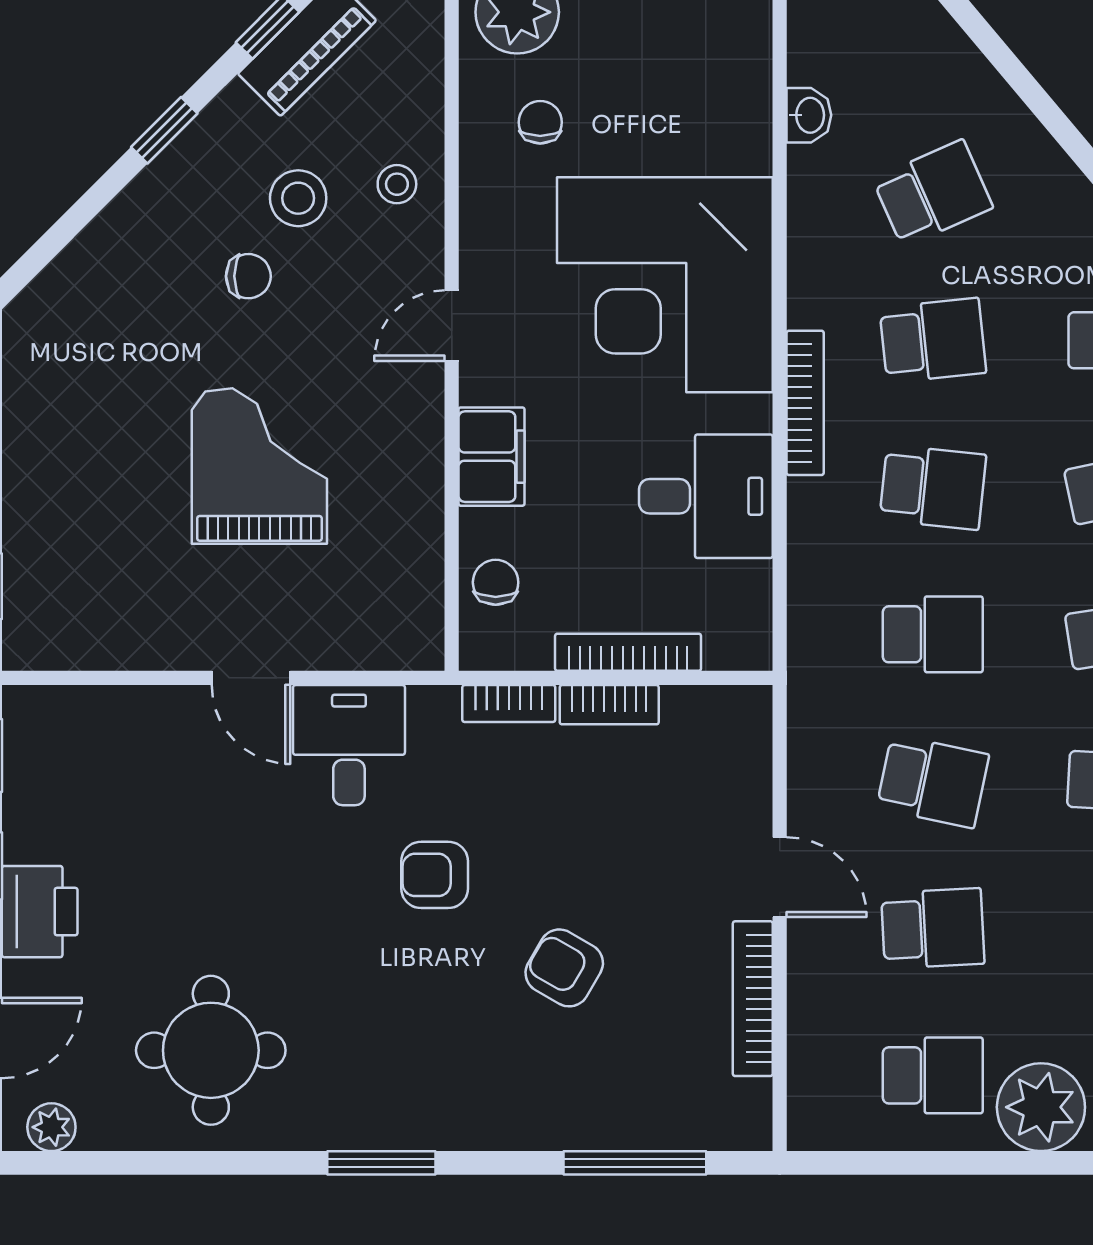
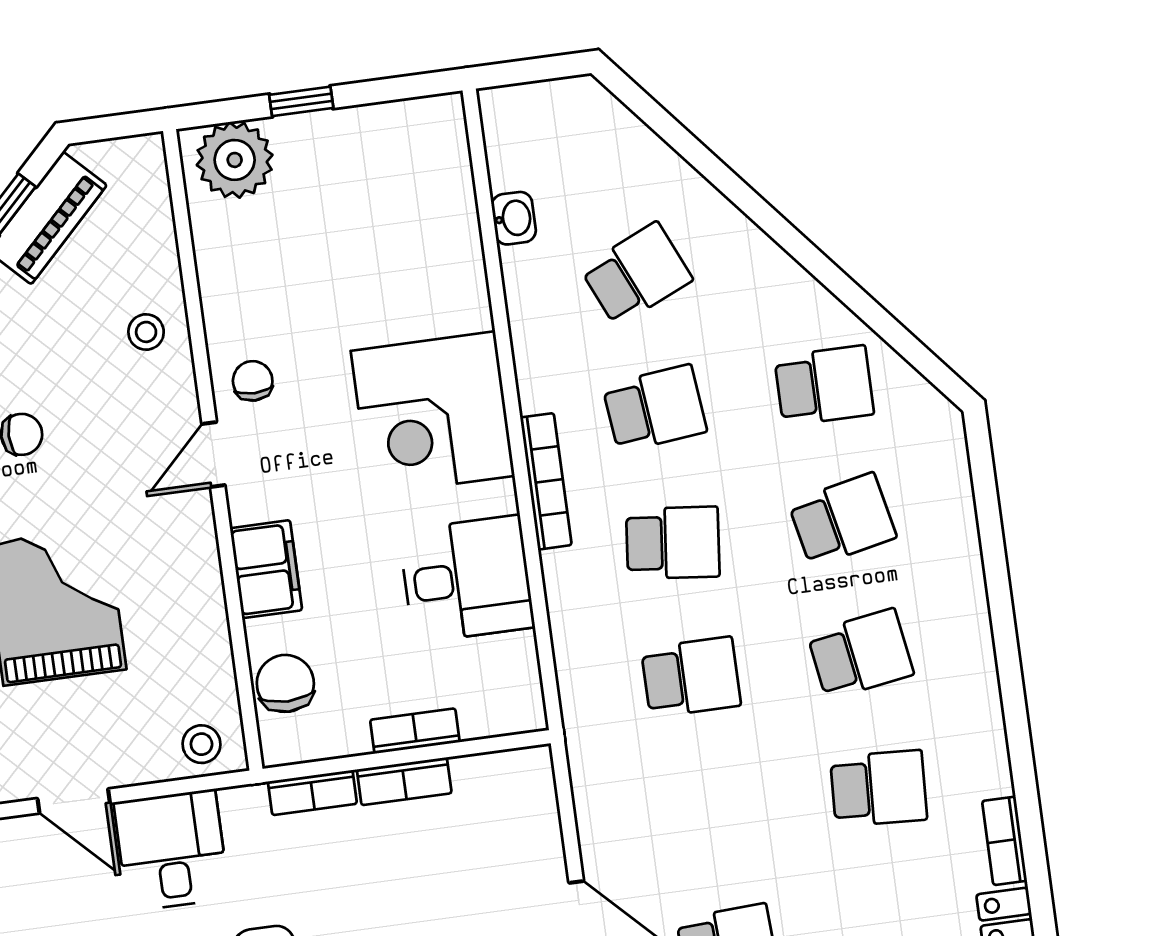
chair: (540, 122) -> (253, 381), moved
stool: (298, 198) -> (201, 744), moved, width x0.73, depth x0.73
corner desk: (665, 285) -> (433, 413), width x0.74, depth x0.74
chair: (496, 582) -> (285, 683), width x1.37, depth x1.37
bookcase: (628, 652) -> (415, 731), width x0.64
school desk: (933, 781) -> (709, 811), removed

